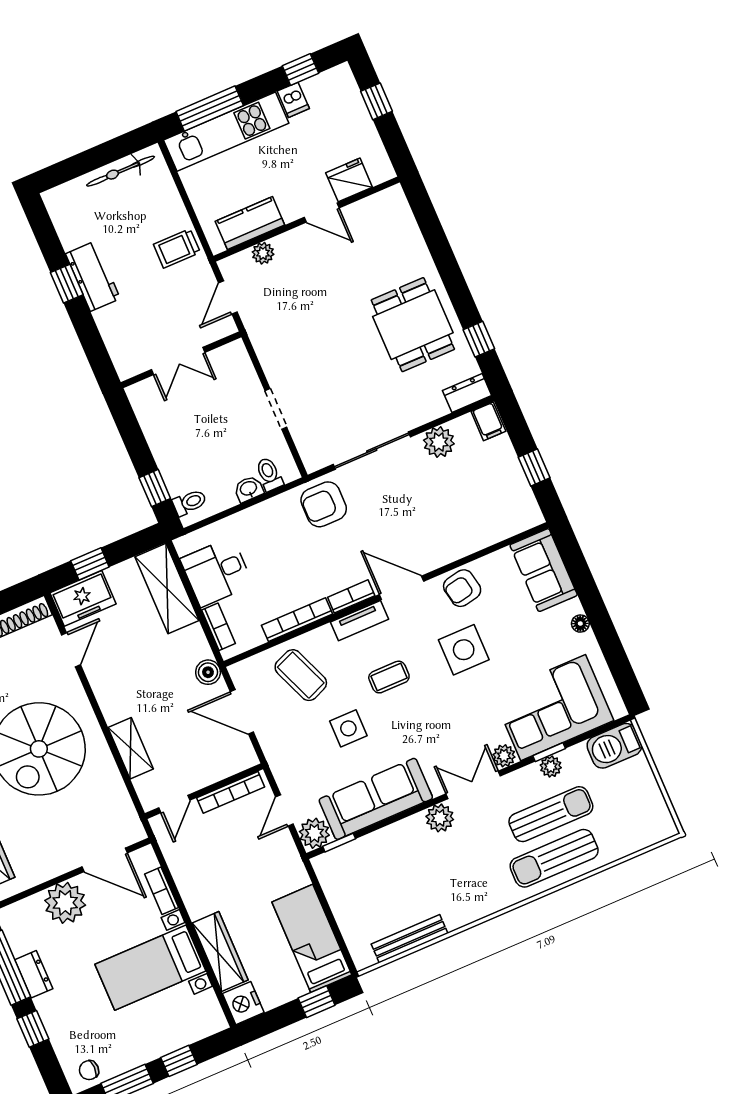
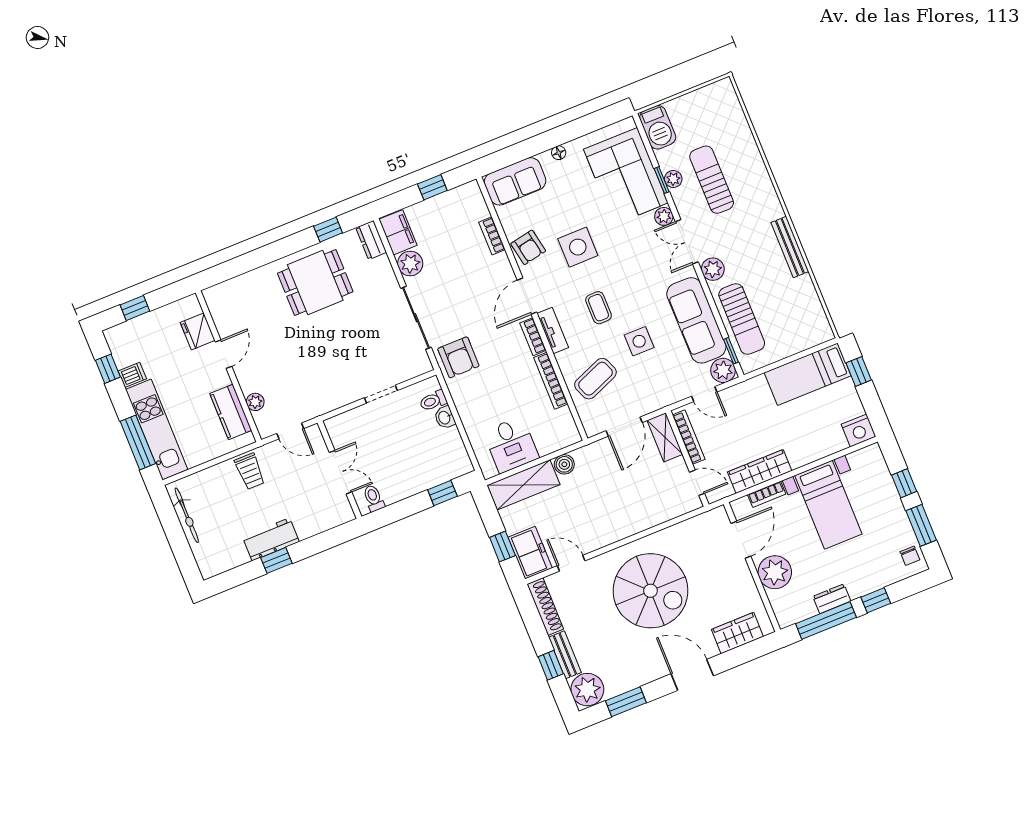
filing cabinet: (488, 421) -> (398, 232), width x2.00
toilet: (190, 502) -> (374, 498), moved
bookcase: (218, 627) -> (492, 236), moved, turned -90
boiler: (208, 672) -> (564, 464), moved
shelving: (131, 748) -> (665, 437), moved, turned 90
sun lounger: (554, 858) -> (742, 319), moved
bench: (410, 939) -> (790, 247), moved
wardrobe: (220, 951) -> (760, 471), moved

